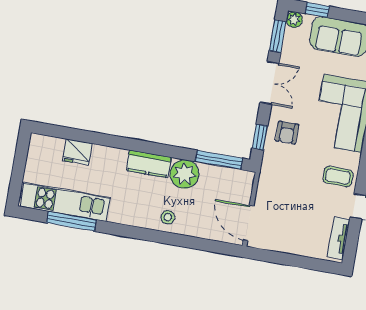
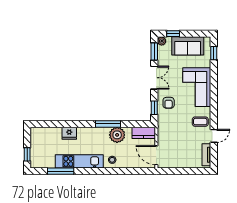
fridge: (77, 152) -> (69, 133), moved
window: (219, 160) -> (108, 124), moved
kitchen counter: (149, 164) -> (144, 133), moved
window: (17, 180) -> (27, 154), added
kitchen unit: (65, 202) -> (79, 161), moved

